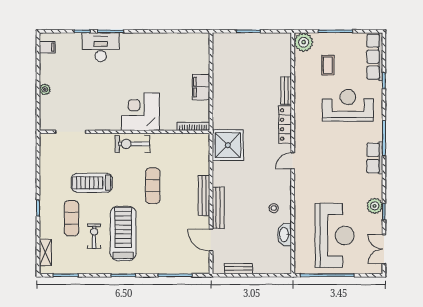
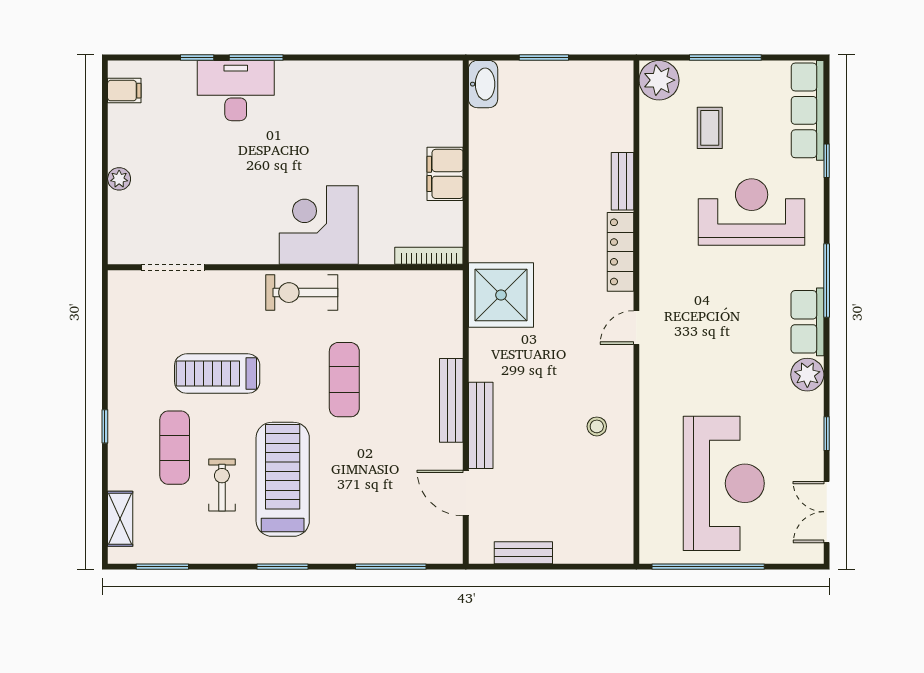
plant: (375, 206) -> (807, 375), moved
washbasin: (284, 235) -> (483, 84), moved, turned 180

